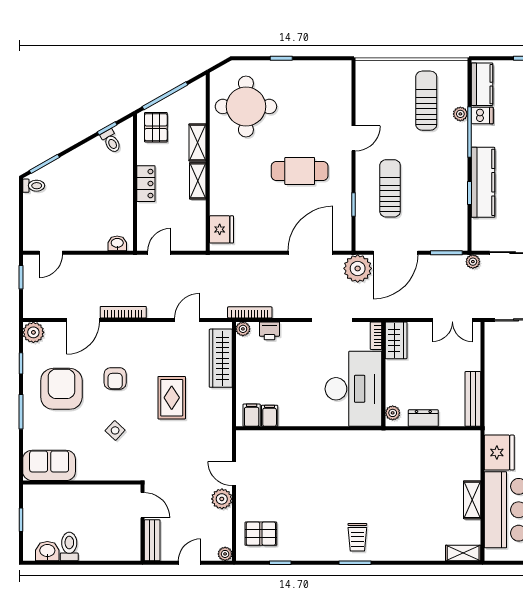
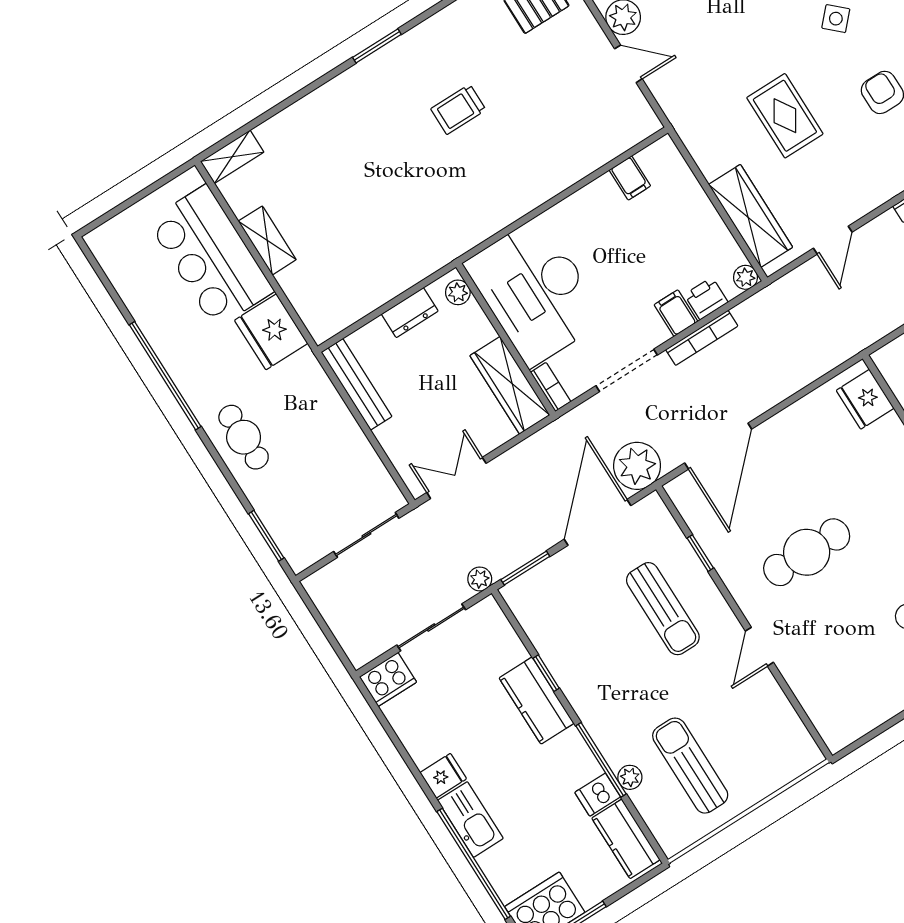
sun lounger: (426, 101) -> (690, 766), turned 180
kitchen counter: (483, 182) -> (536, 701), width x0.67
bookcase: (250, 312) -> (702, 338), moved
wardrobe: (396, 340) -> (510, 385), width x1.50
filing cabinet: (252, 415) -> (676, 313), moved, turned 180
trolley: (357, 537) -> (458, 109), moved, turned -90

